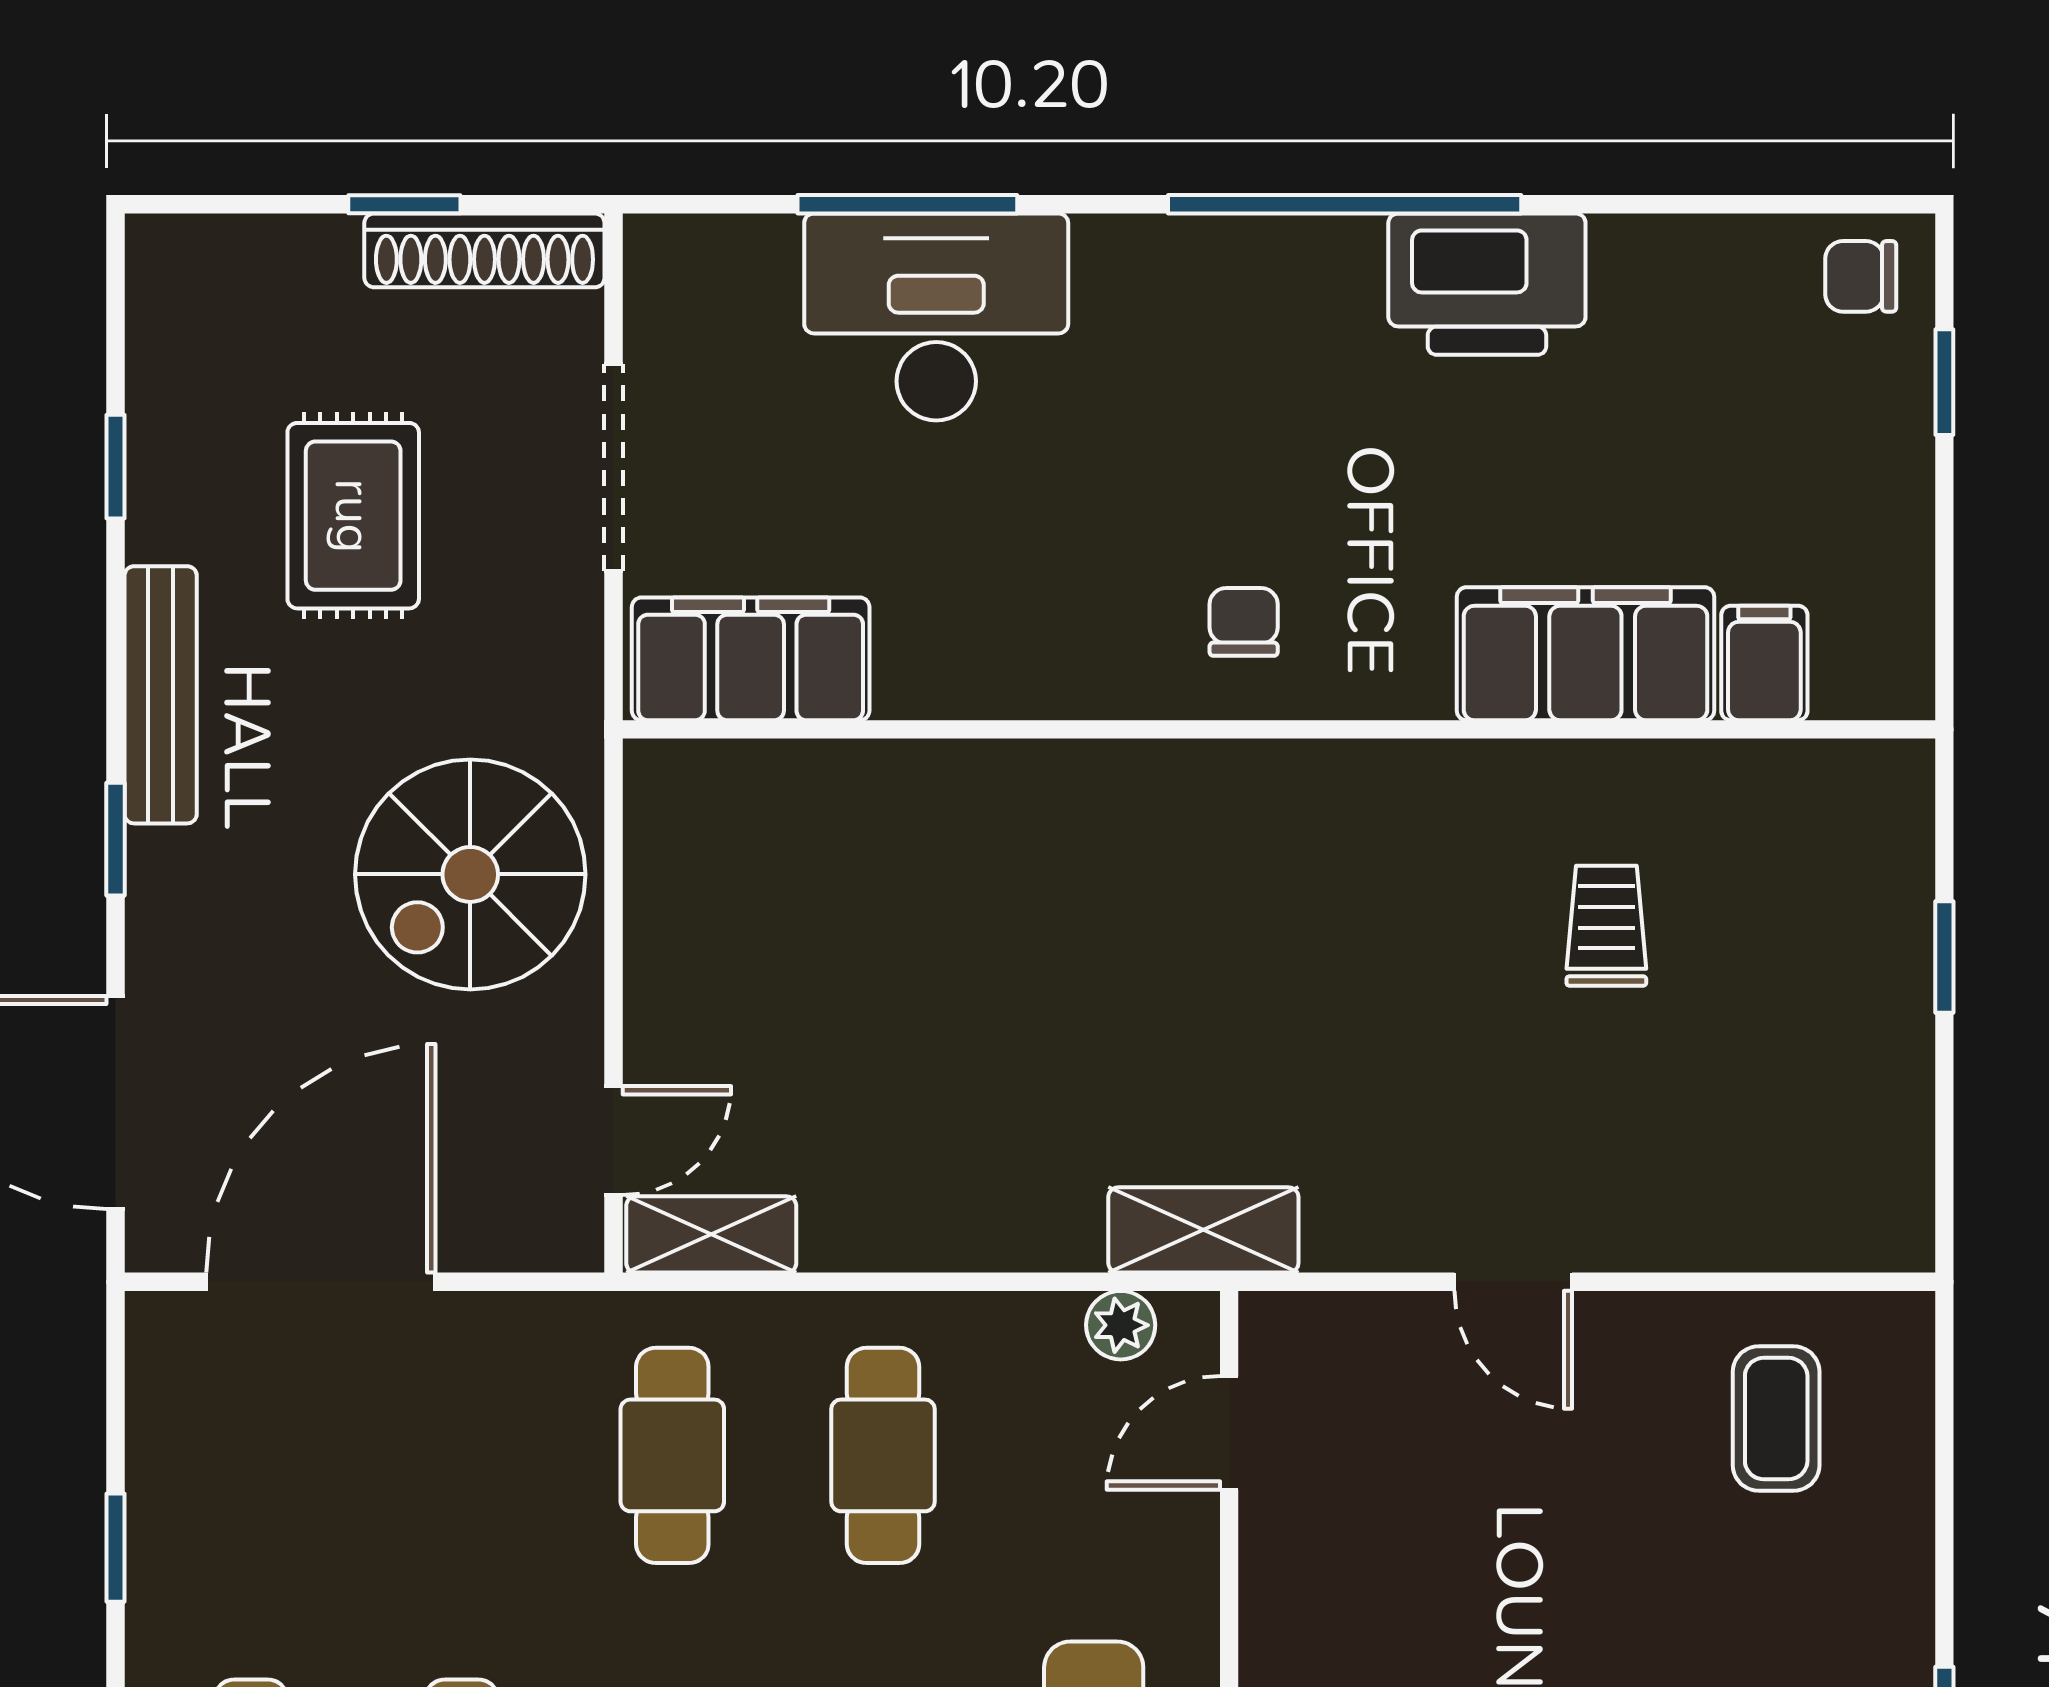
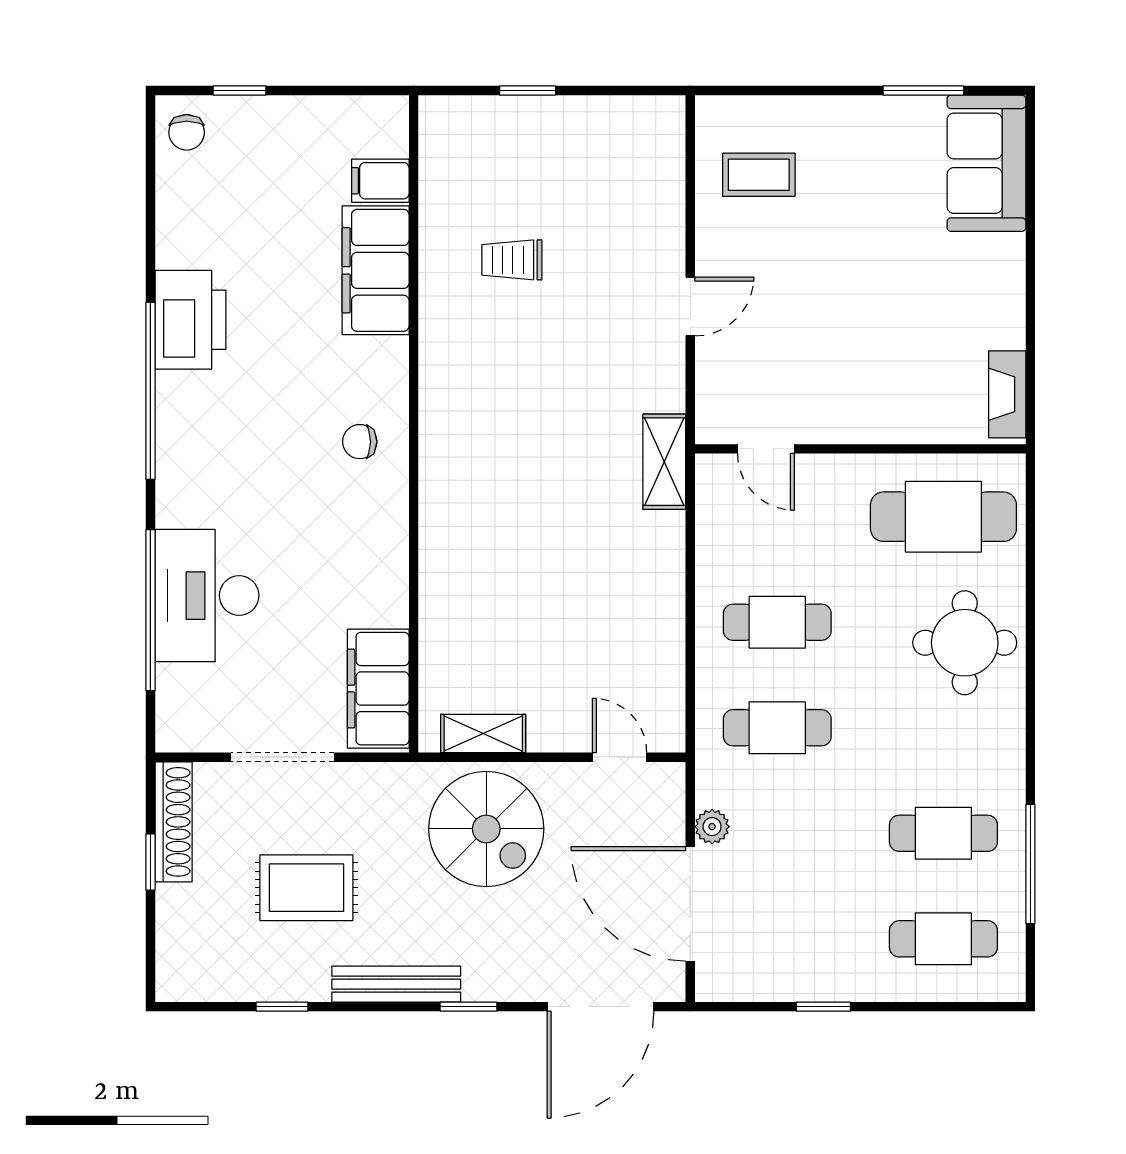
window: (907, 204) -> (150, 610), width x1.46
shelving: (711, 1234) -> (483, 734), moved, turned 90
plant: (1121, 1325) -> (712, 827), moved

